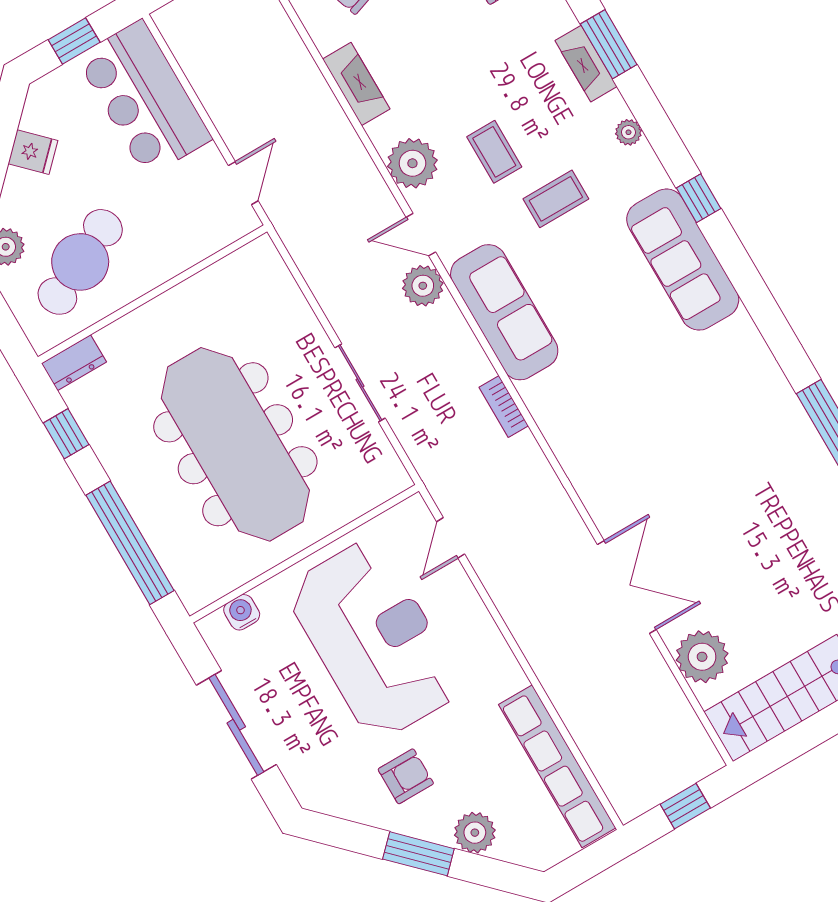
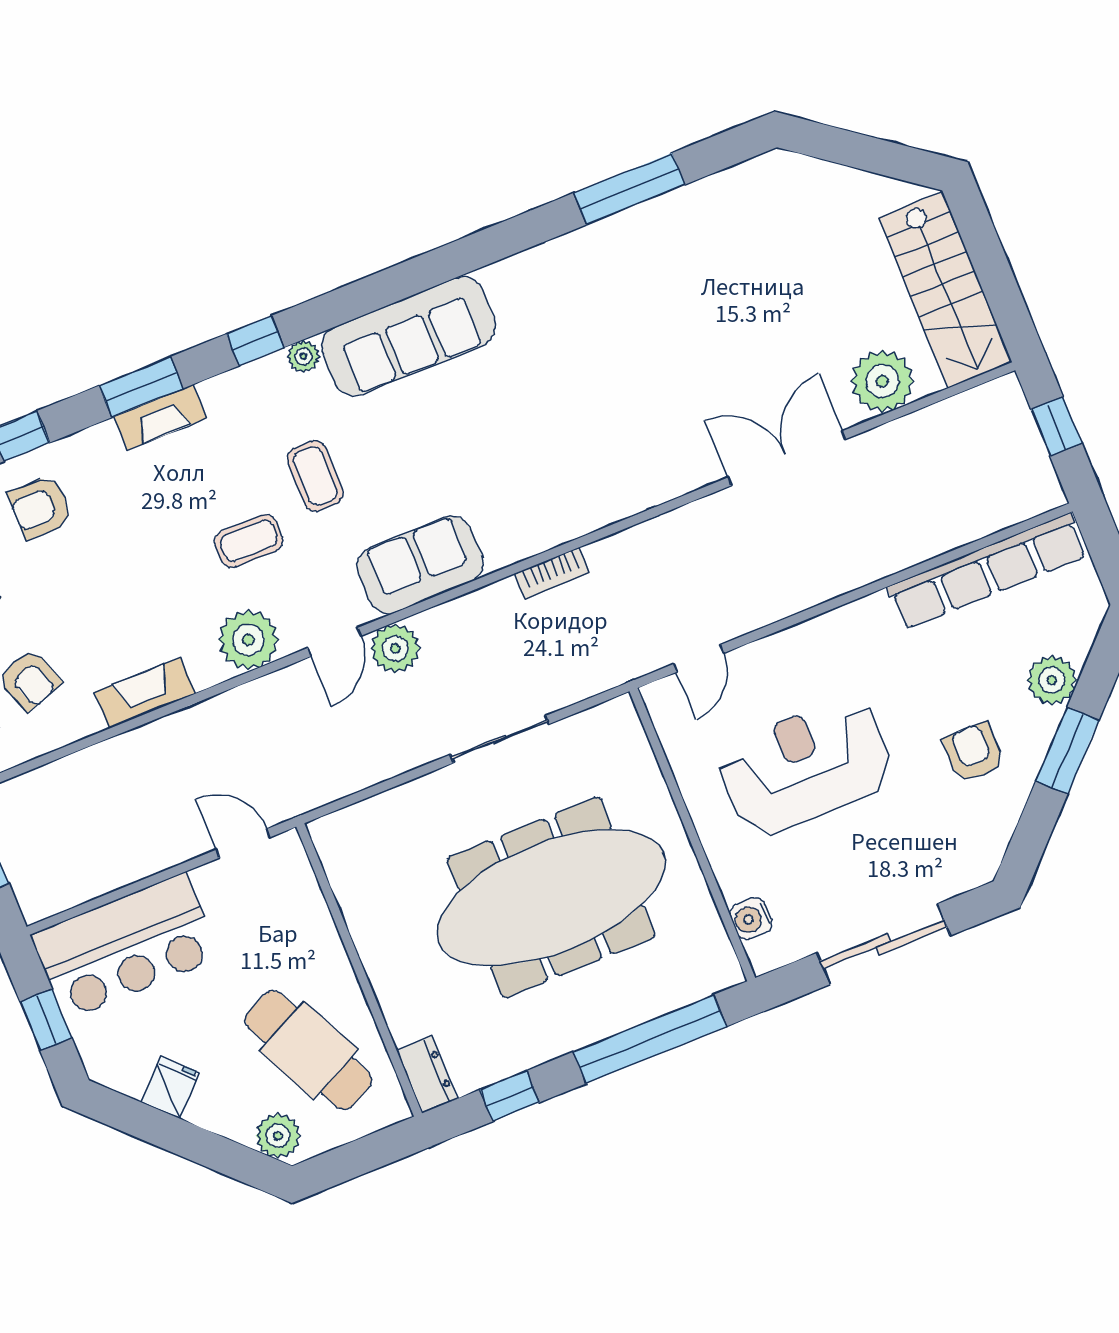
plant: (628, 132) -> (303, 356), moved
window: (699, 198) -> (255, 341), moved
sofa: (504, 312) -> (420, 565), width x0.73
door: (451, 538) -> (699, 658), hinge flipped
reception desk: (374, 639) -> (806, 767), width x0.74, depth x0.77

